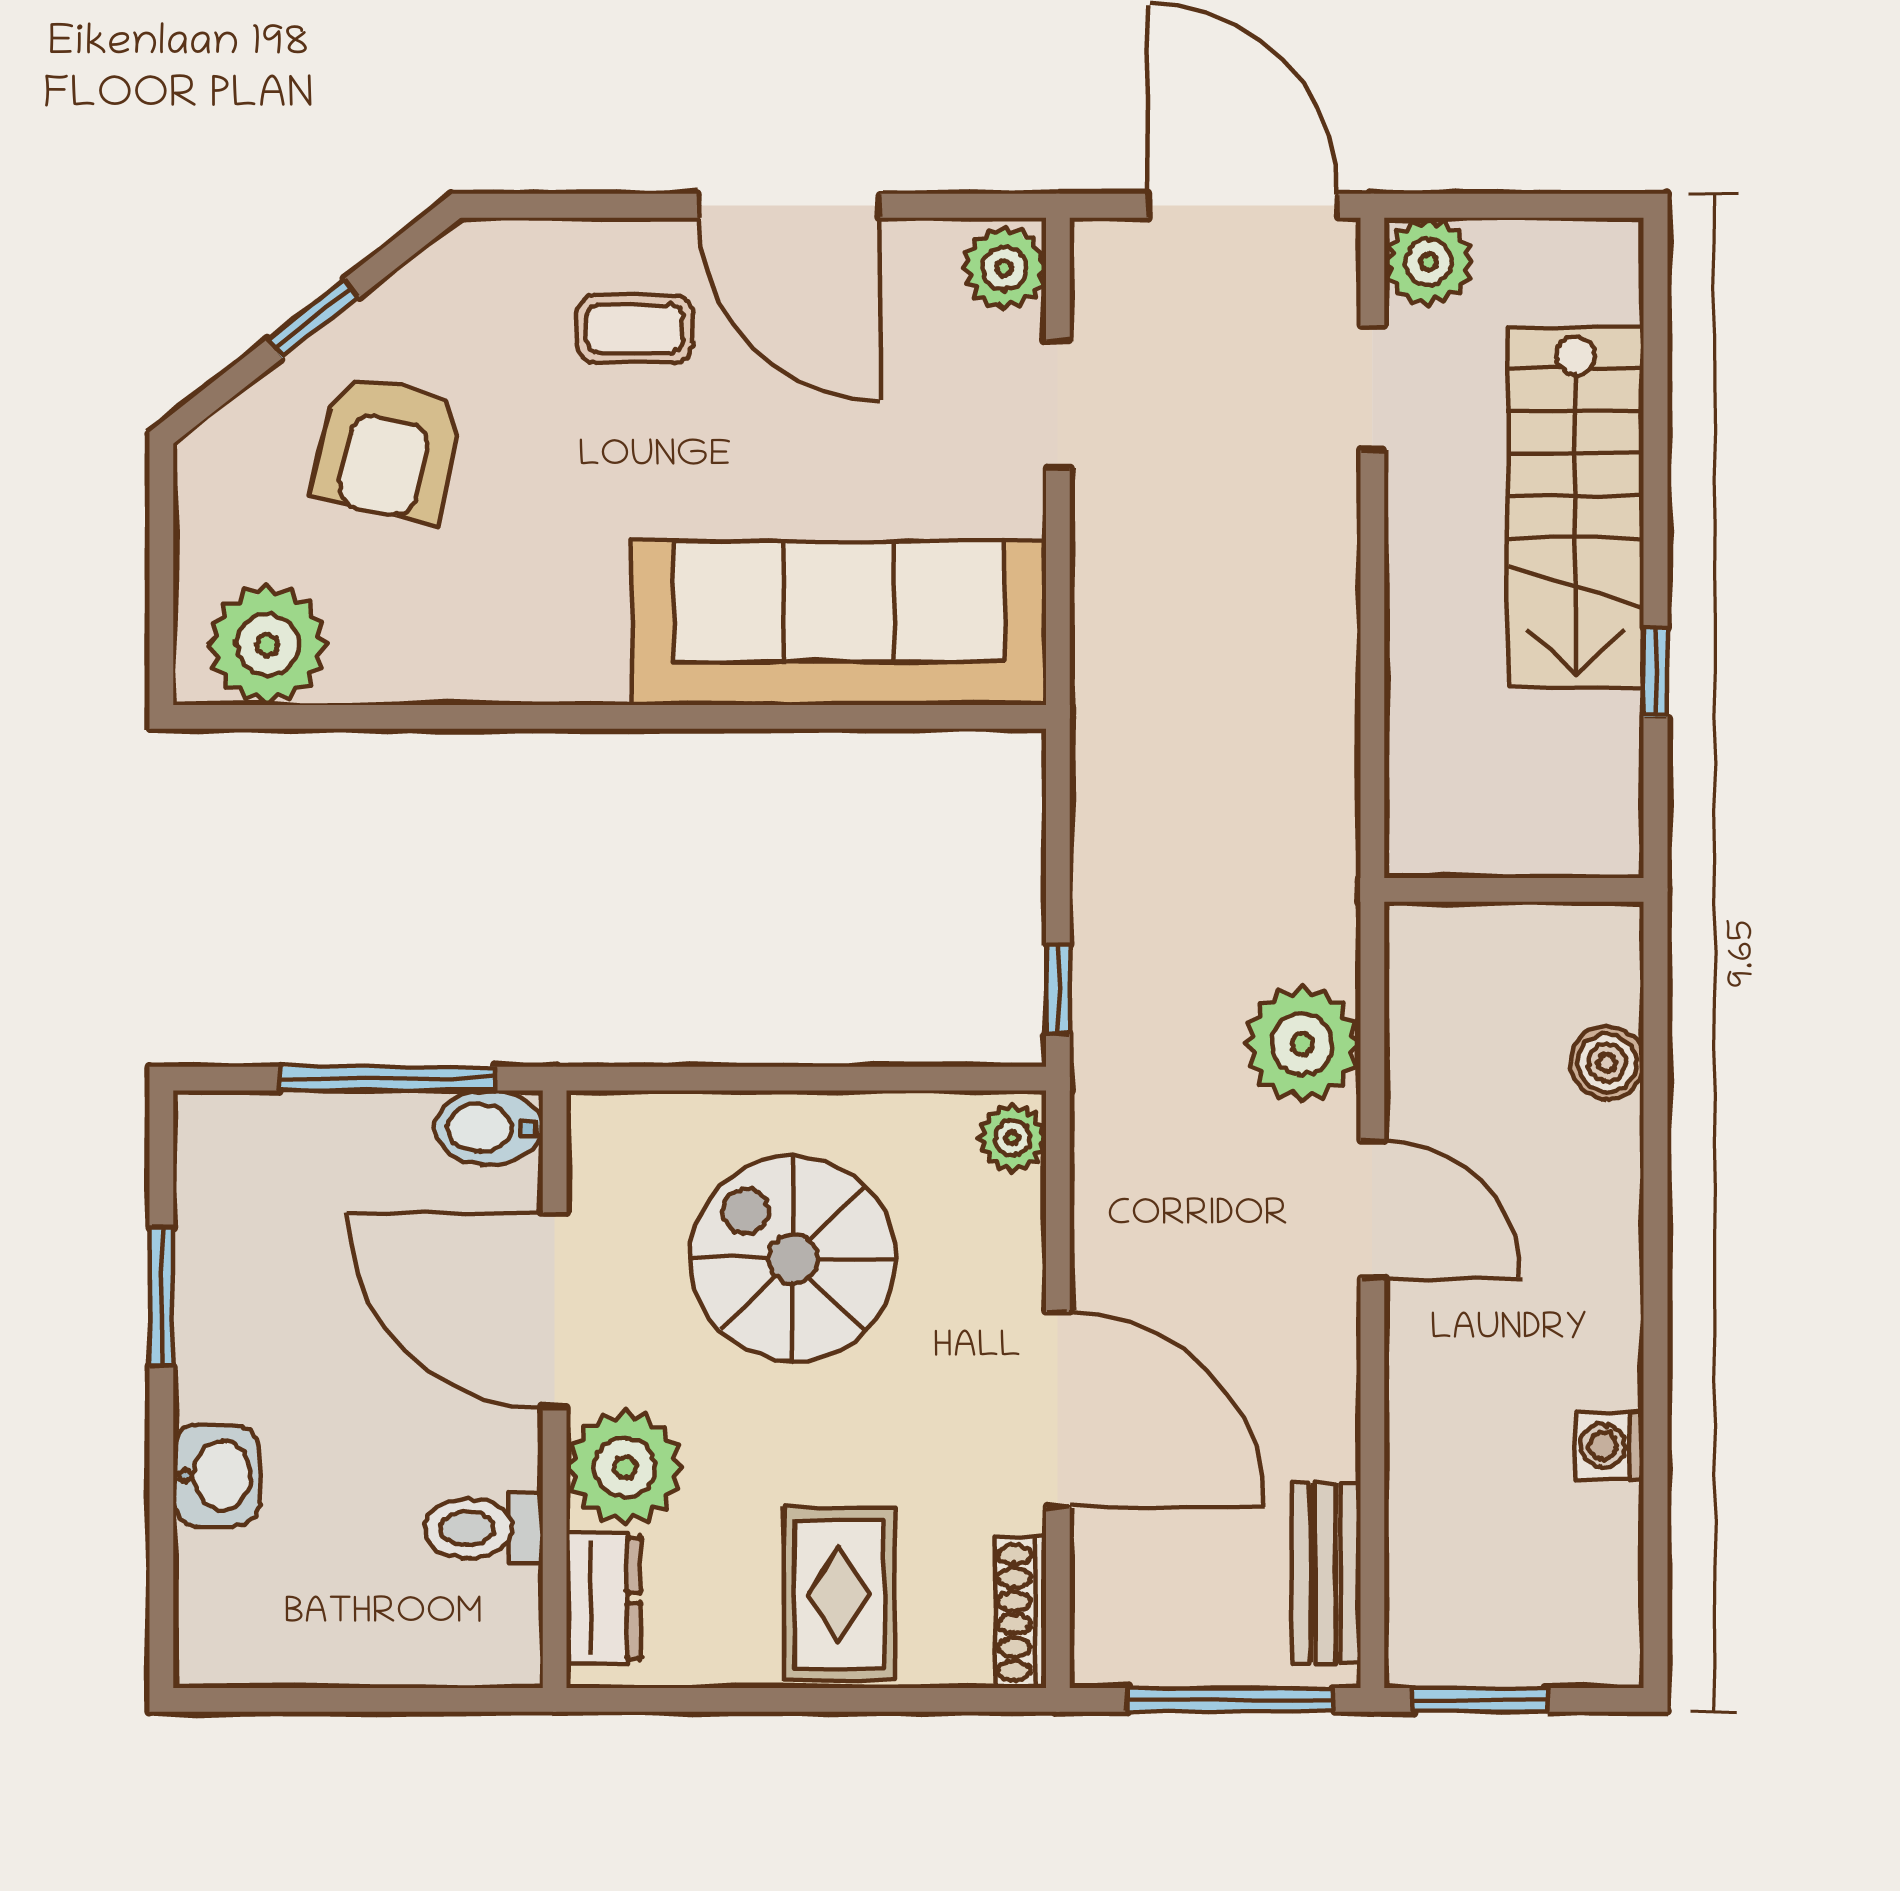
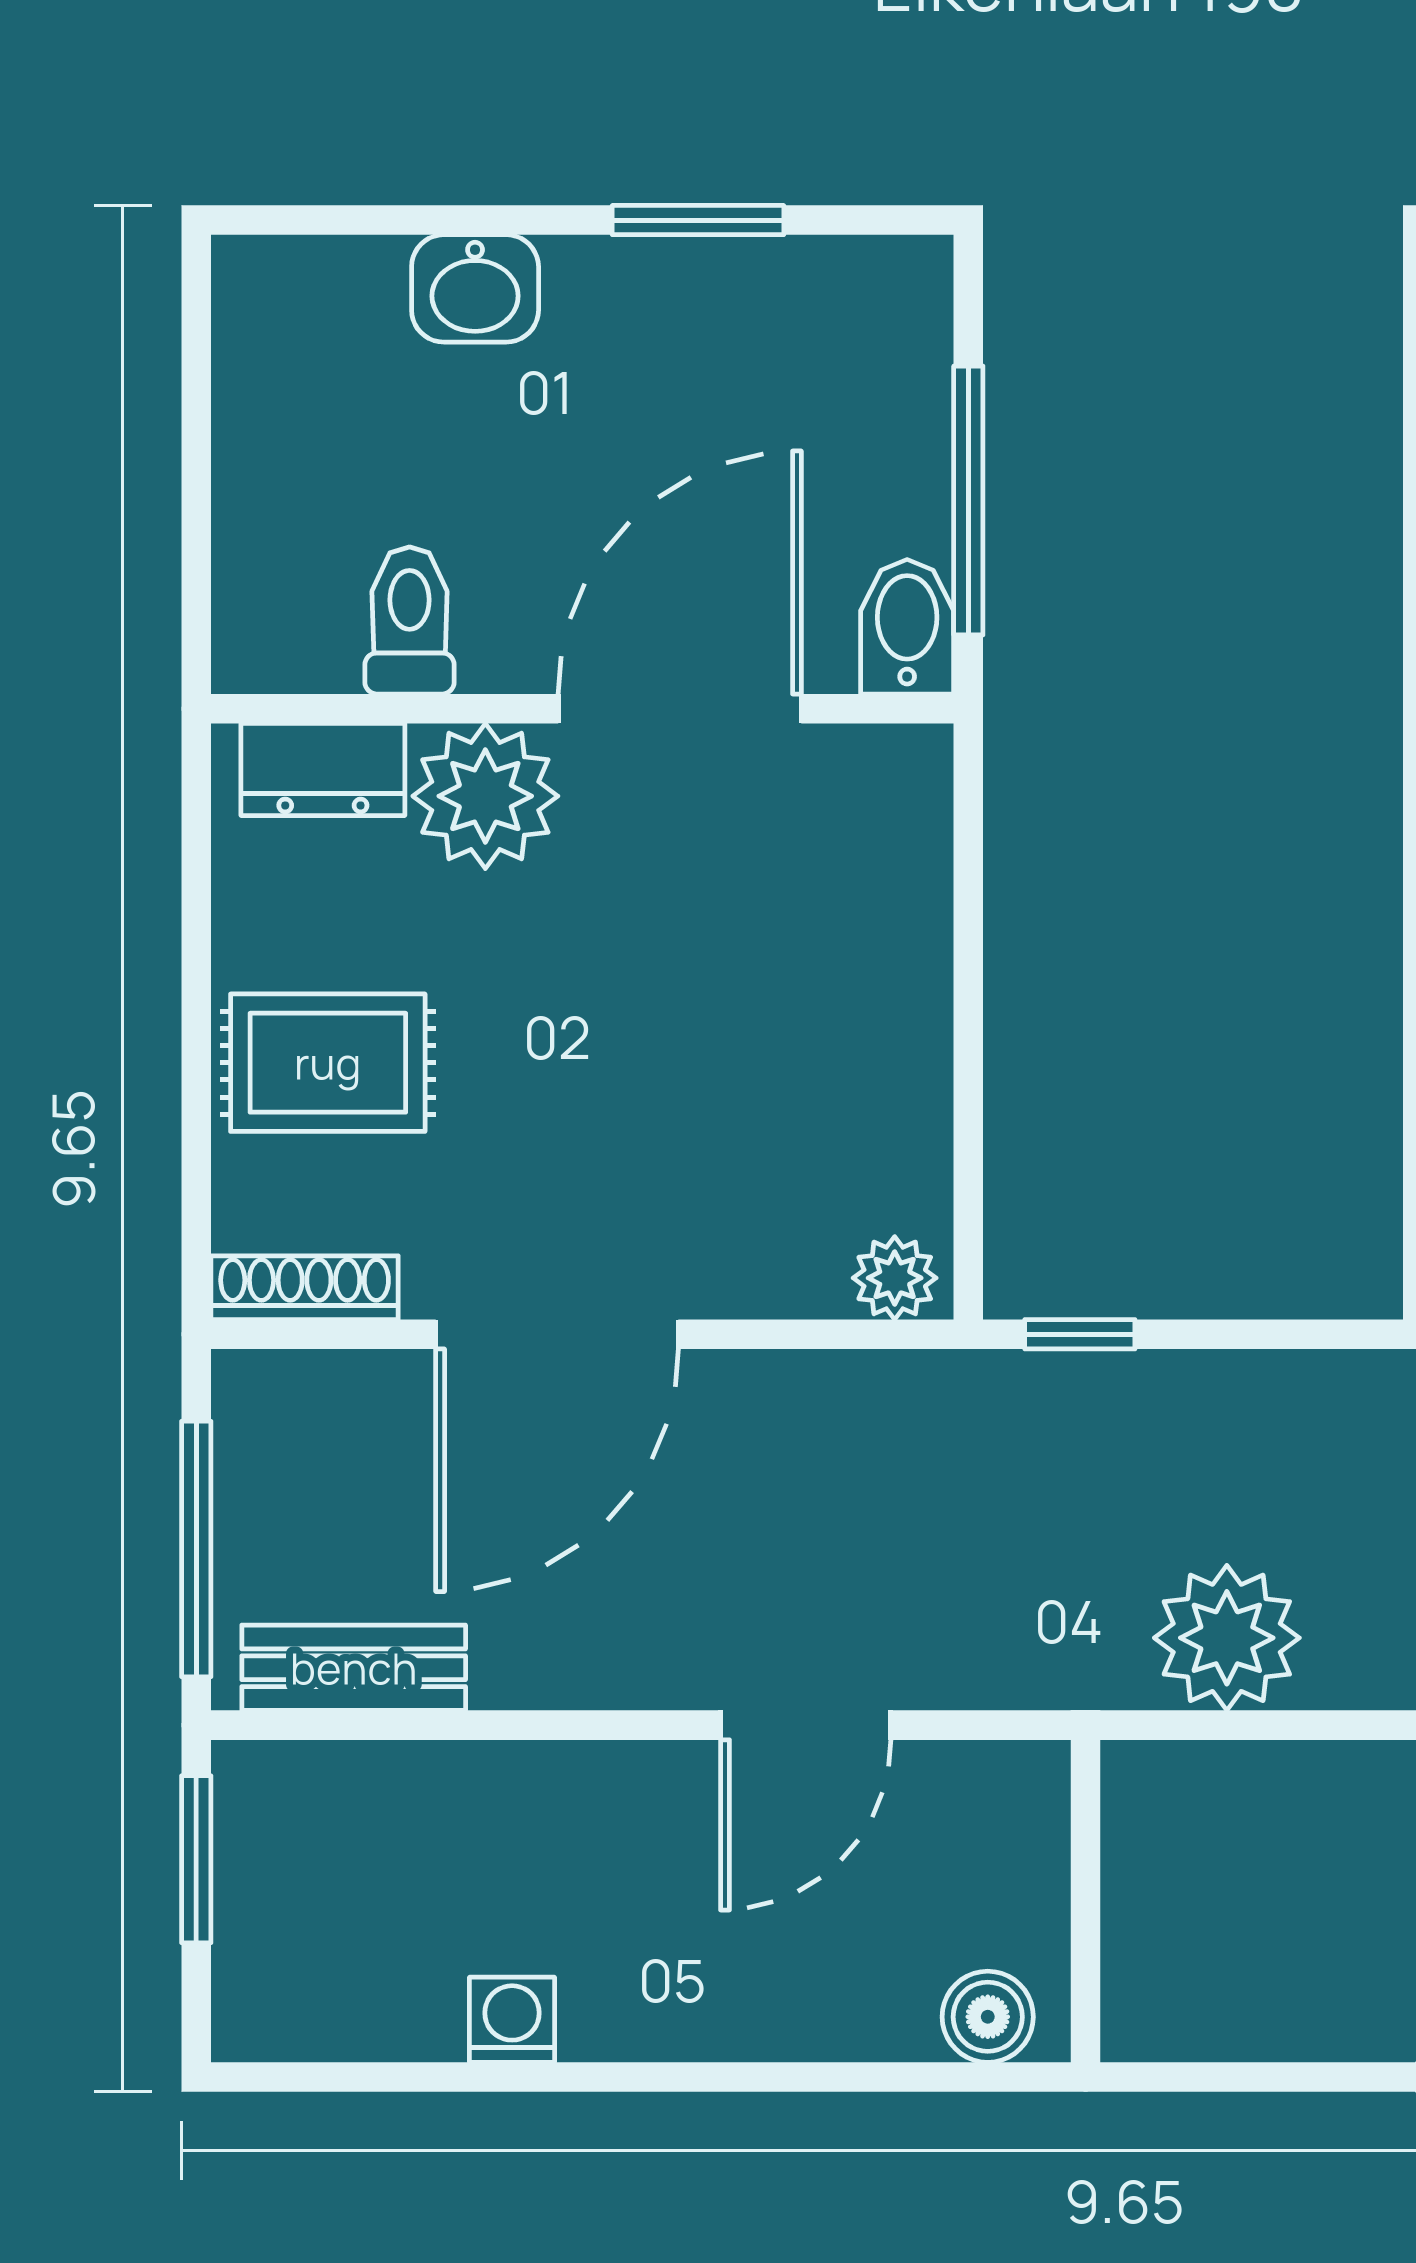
wall: (1514, 890) -> (1086, 1901), moved
plant: (1302, 1044) -> (1227, 1638), moved
spiral stairs: (793, 1258) -> (745, 1005), removed

